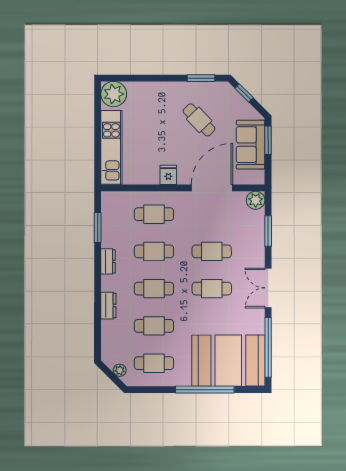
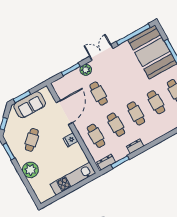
plant: (114, 94) -> (30, 170), moved
door: (212, 188) -> (64, 113), swing flipped
plant: (256, 200) -> (86, 70), moved
double door: (268, 288) -> (101, 52), swing flipped
cafe table: (212, 289) -> (119, 82), removed
dresser: (108, 306) -> (106, 162), moved

